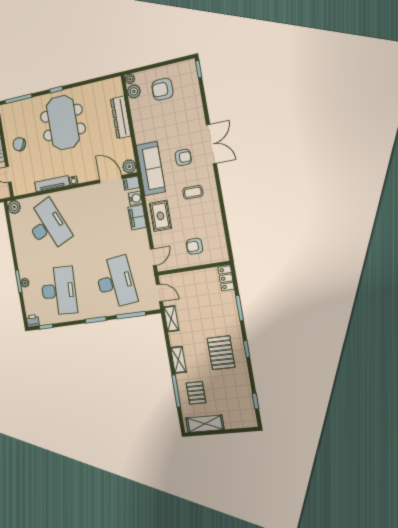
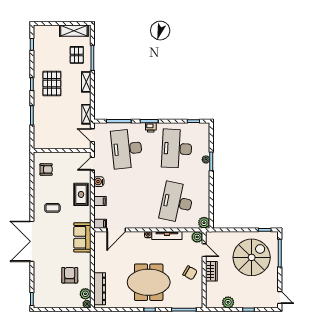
armchair: (162, 89) -> (70, 275), moved, turned -90
dresser: (121, 117) -> (100, 289), moved
meeting table: (63, 123) -> (149, 282), turned 90
double door: (211, 144) -> (32, 241), width x1.36
armchair: (183, 157) -> (55, 236), removed
plant: (129, 166) -> (197, 237), moved
sofa: (151, 169) -> (82, 237), width x0.73
door: (111, 179) -> (116, 230), hinge flipped
water cooler: (135, 198) -> (99, 182), moved
filing cabinet: (137, 217) -> (100, 201), width x0.50
desk: (48, 226) -> (177, 202), turned 36
armchair: (194, 246) -> (46, 169), moved
locker: (226, 278) -> (38, 139), removed
printer: (33, 321) -> (151, 127), moved

